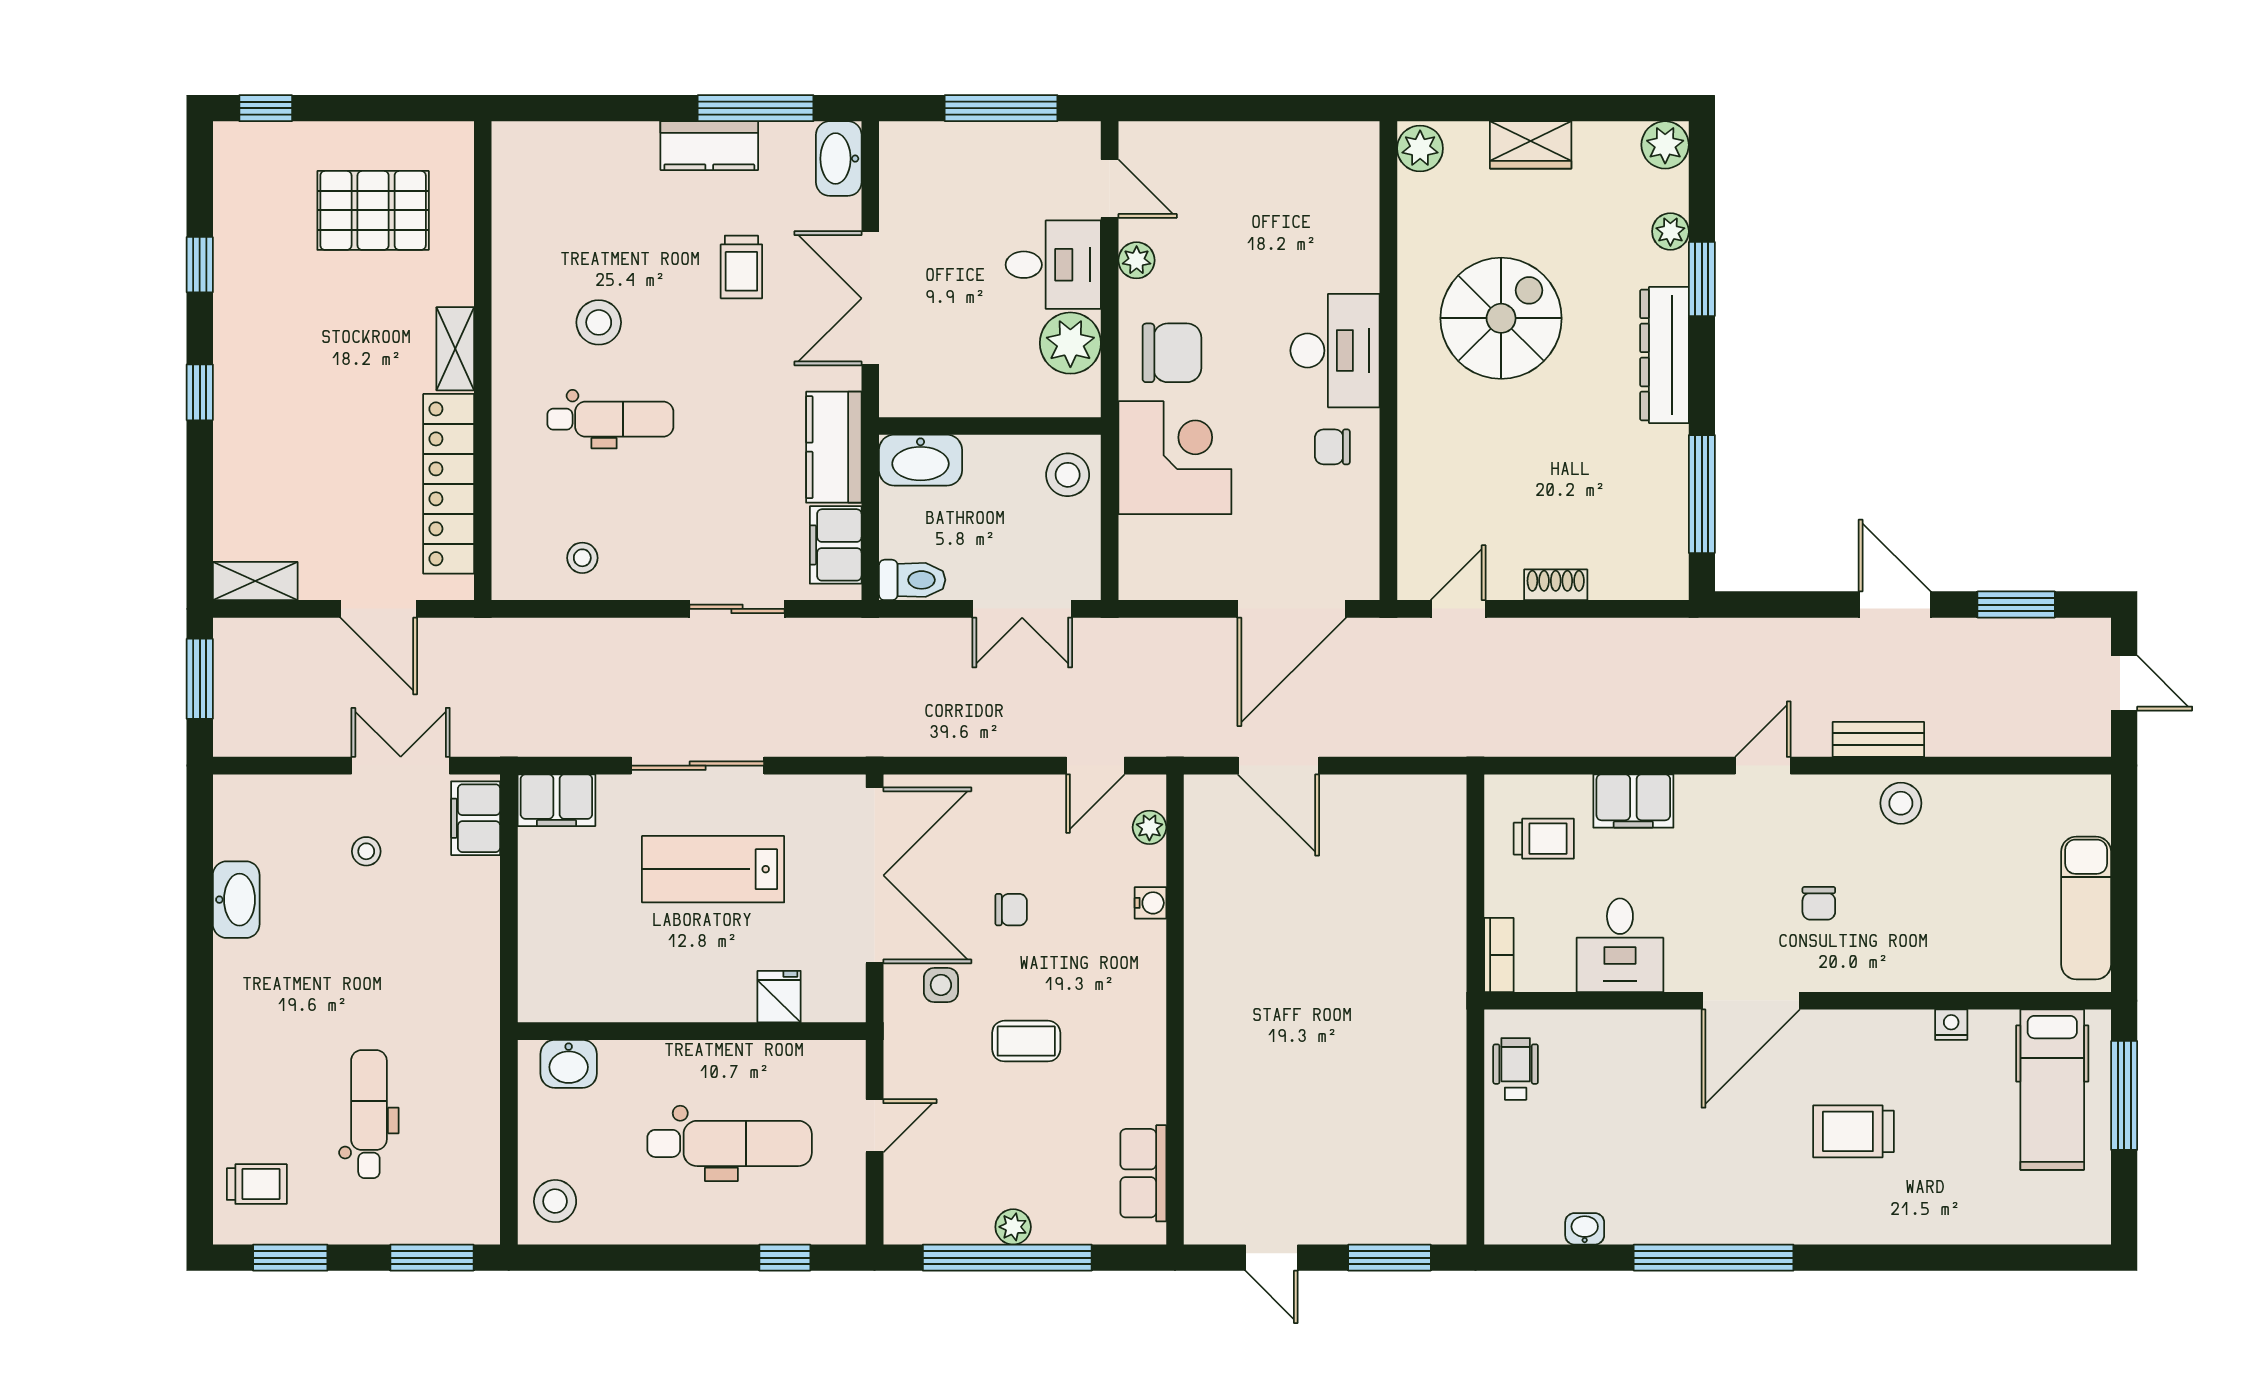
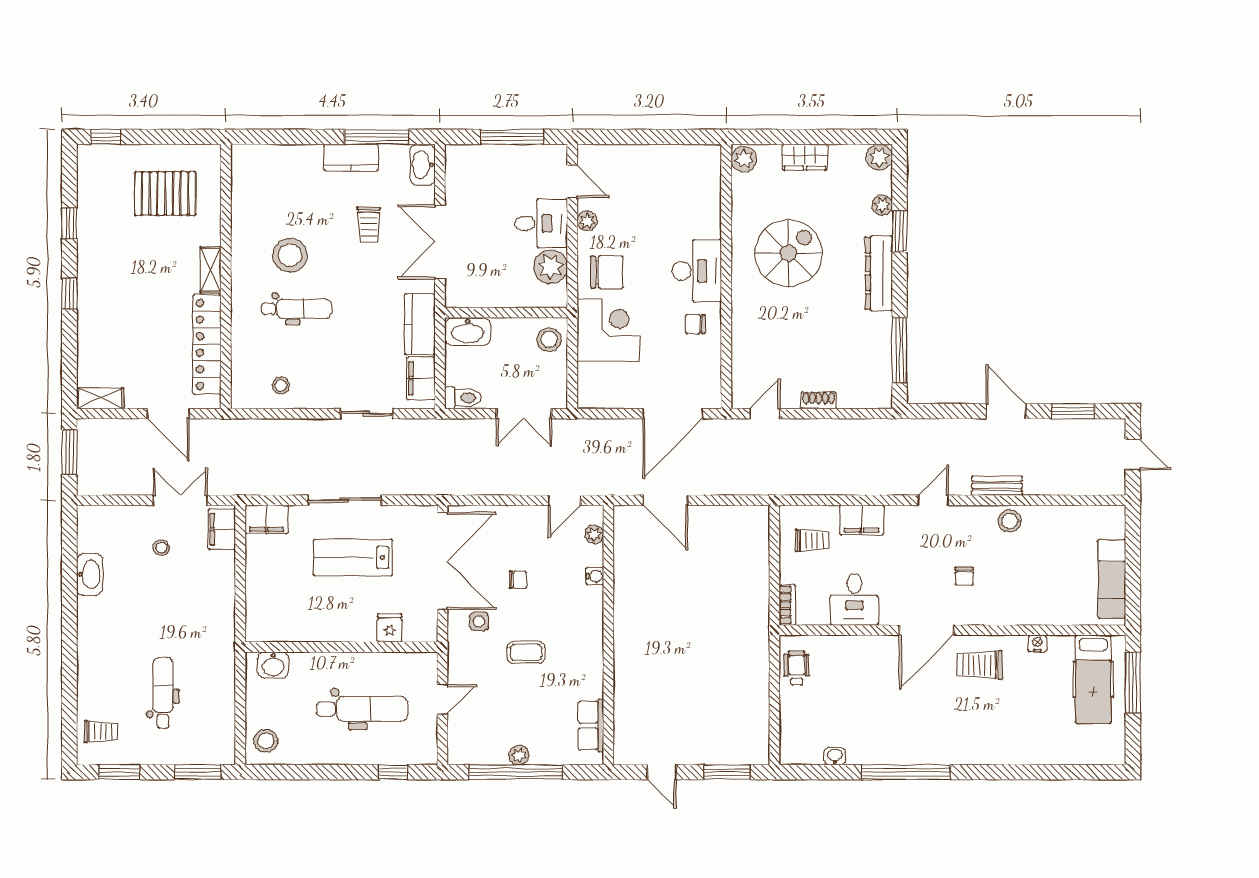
stool: (599, 322) -> (290, 255), width x1.38, depth x1.38
trolley: (1854, 1131) -> (980, 665), moved

